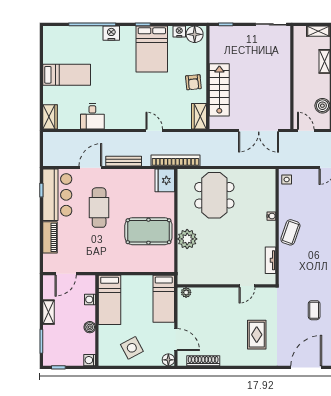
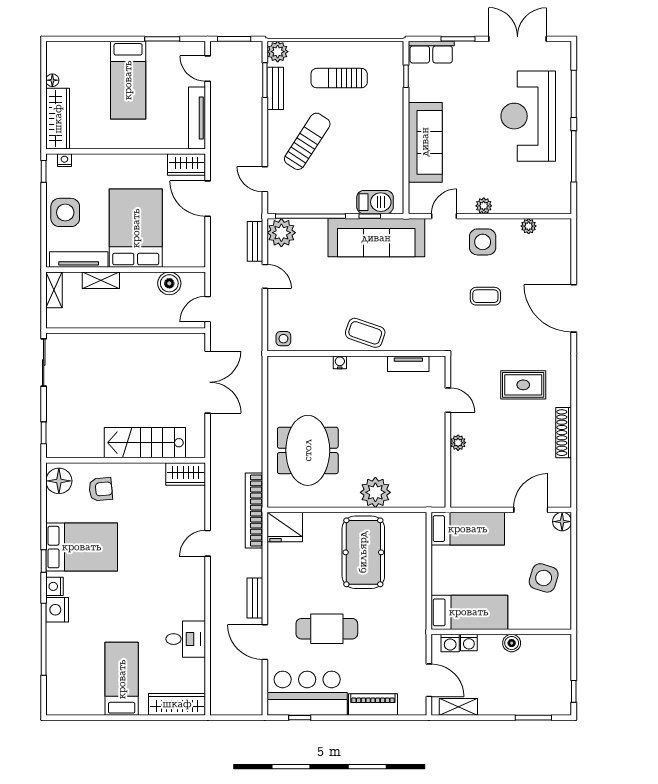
nightstand: (179, 31) -> (55, 586), moved
armchair: (193, 82) -> (101, 489), moved
wardrobe: (50, 117) -> (177, 704), width x1.50
bench: (124, 161) -> (255, 598), width x0.73
meeting table: (214, 195) -> (308, 450), turned 90
plant: (186, 292) -> (458, 443), moved
shelving: (48, 312) -> (458, 707), moved
side table: (132, 348) -> (544, 578), turned 45
washing machine: (90, 360) -> (450, 643), moved
shoe rack: (203, 361) -> (564, 433), moved

